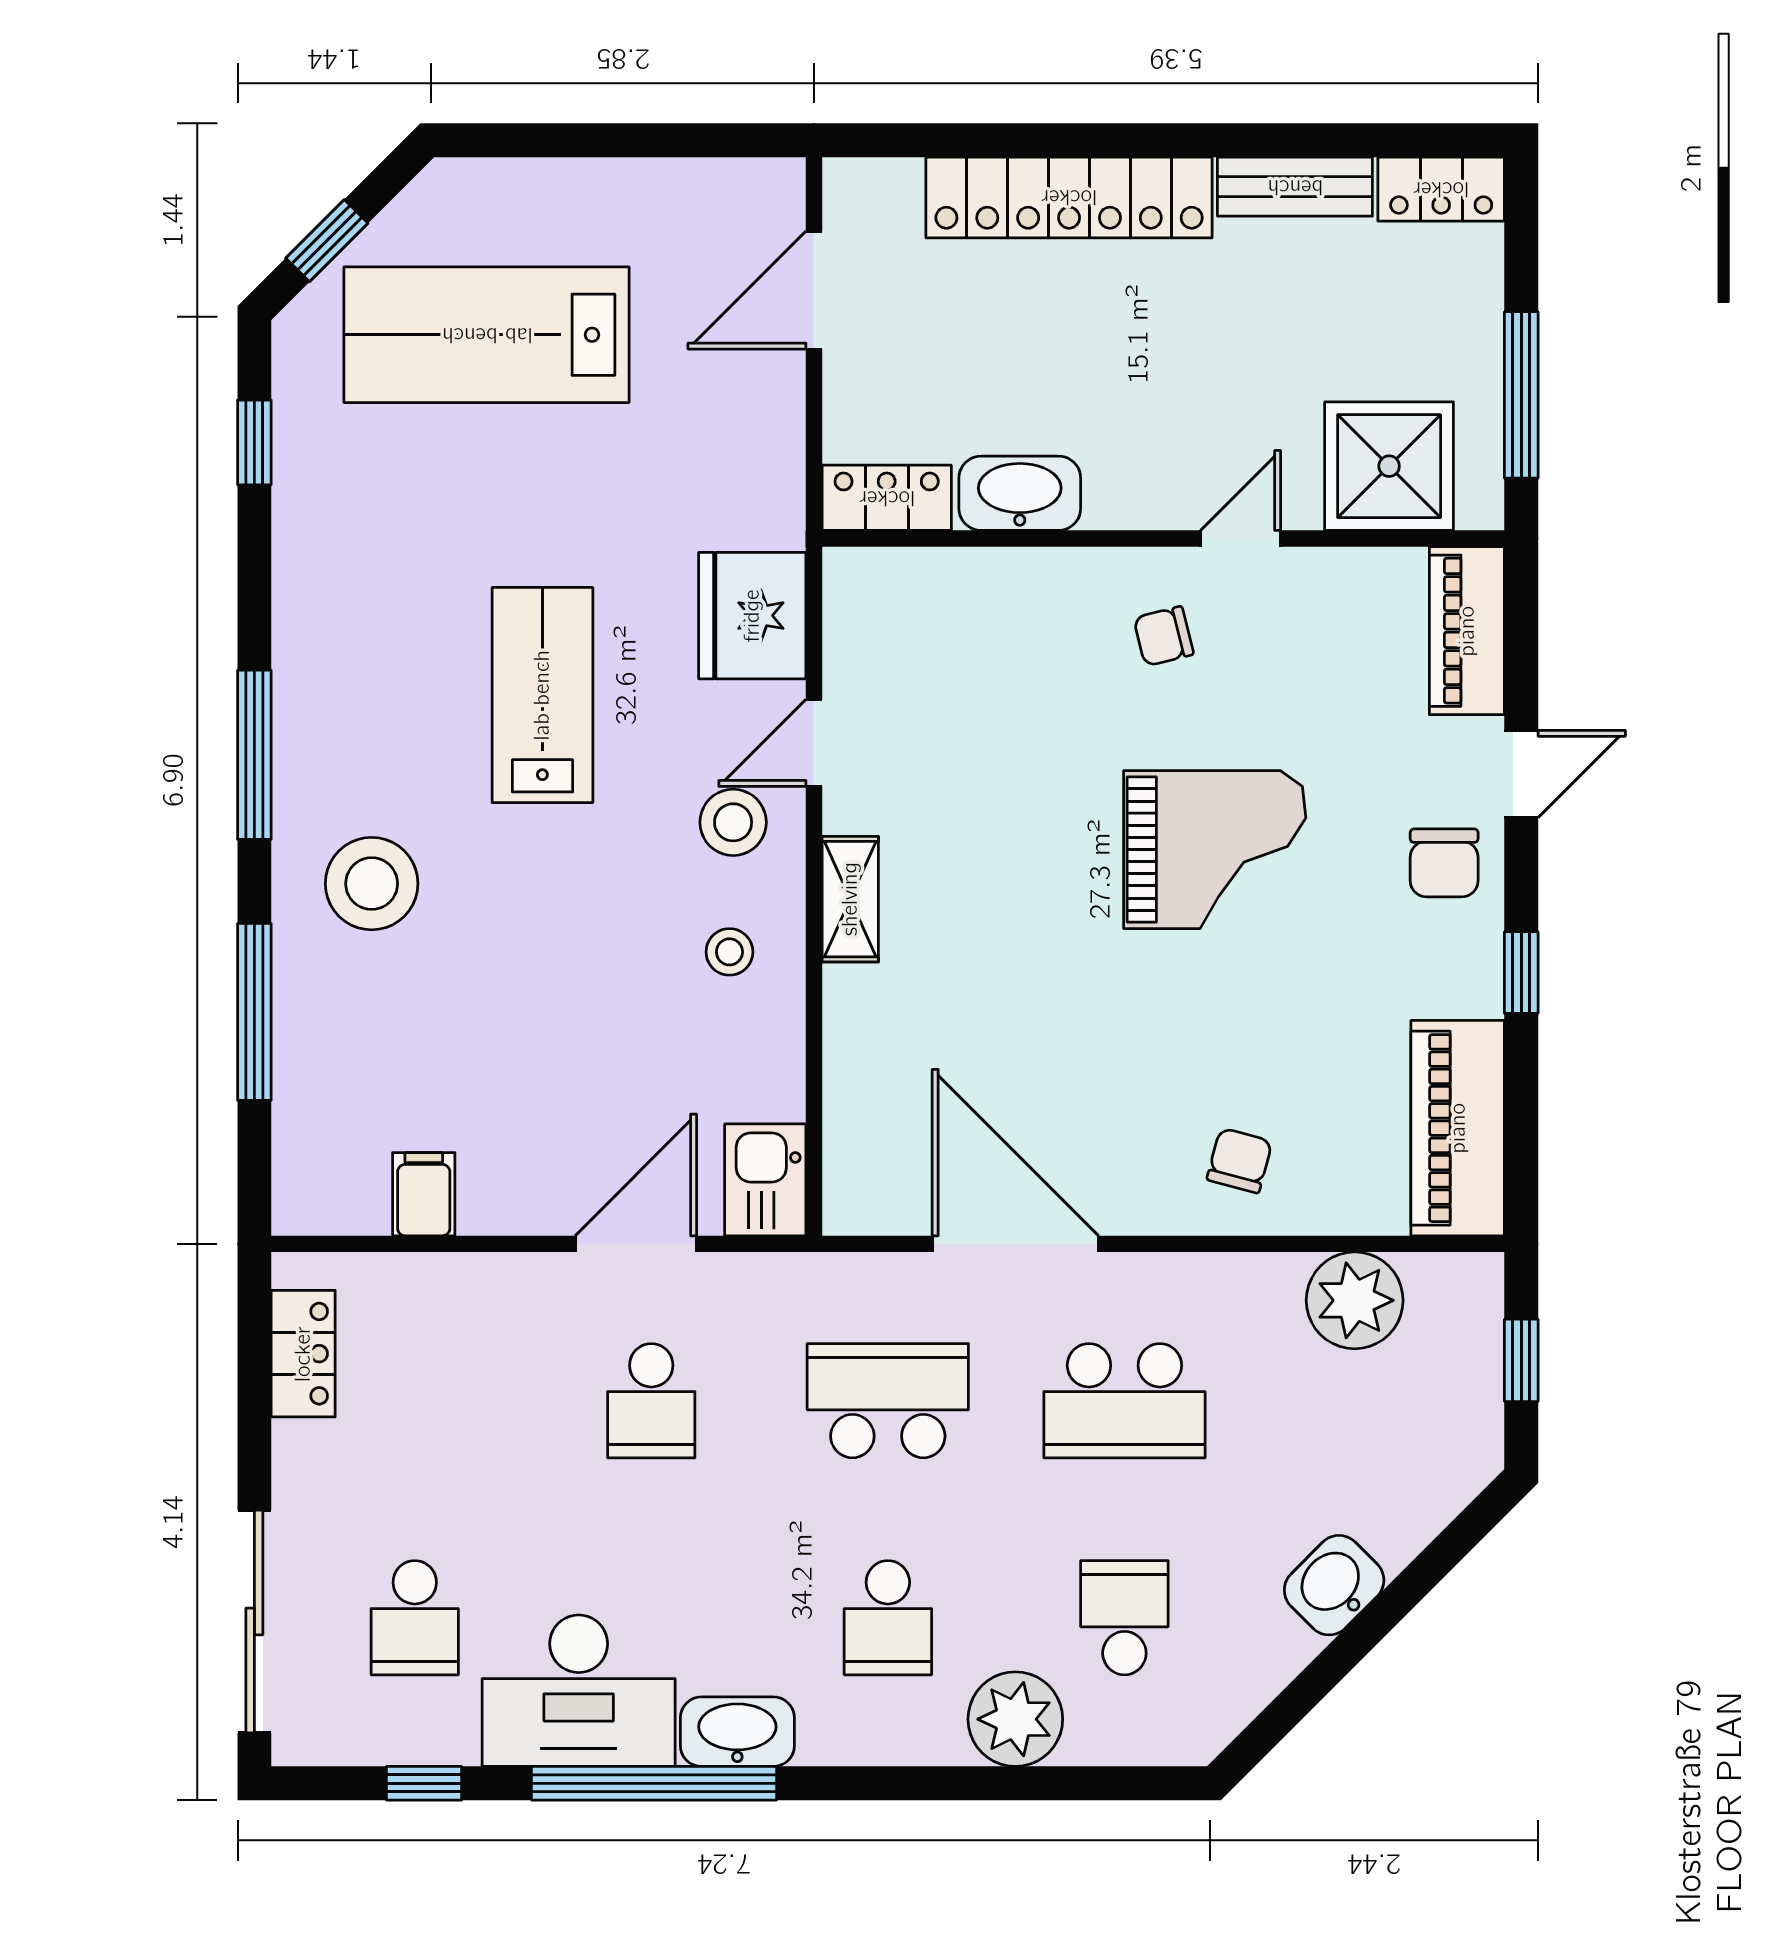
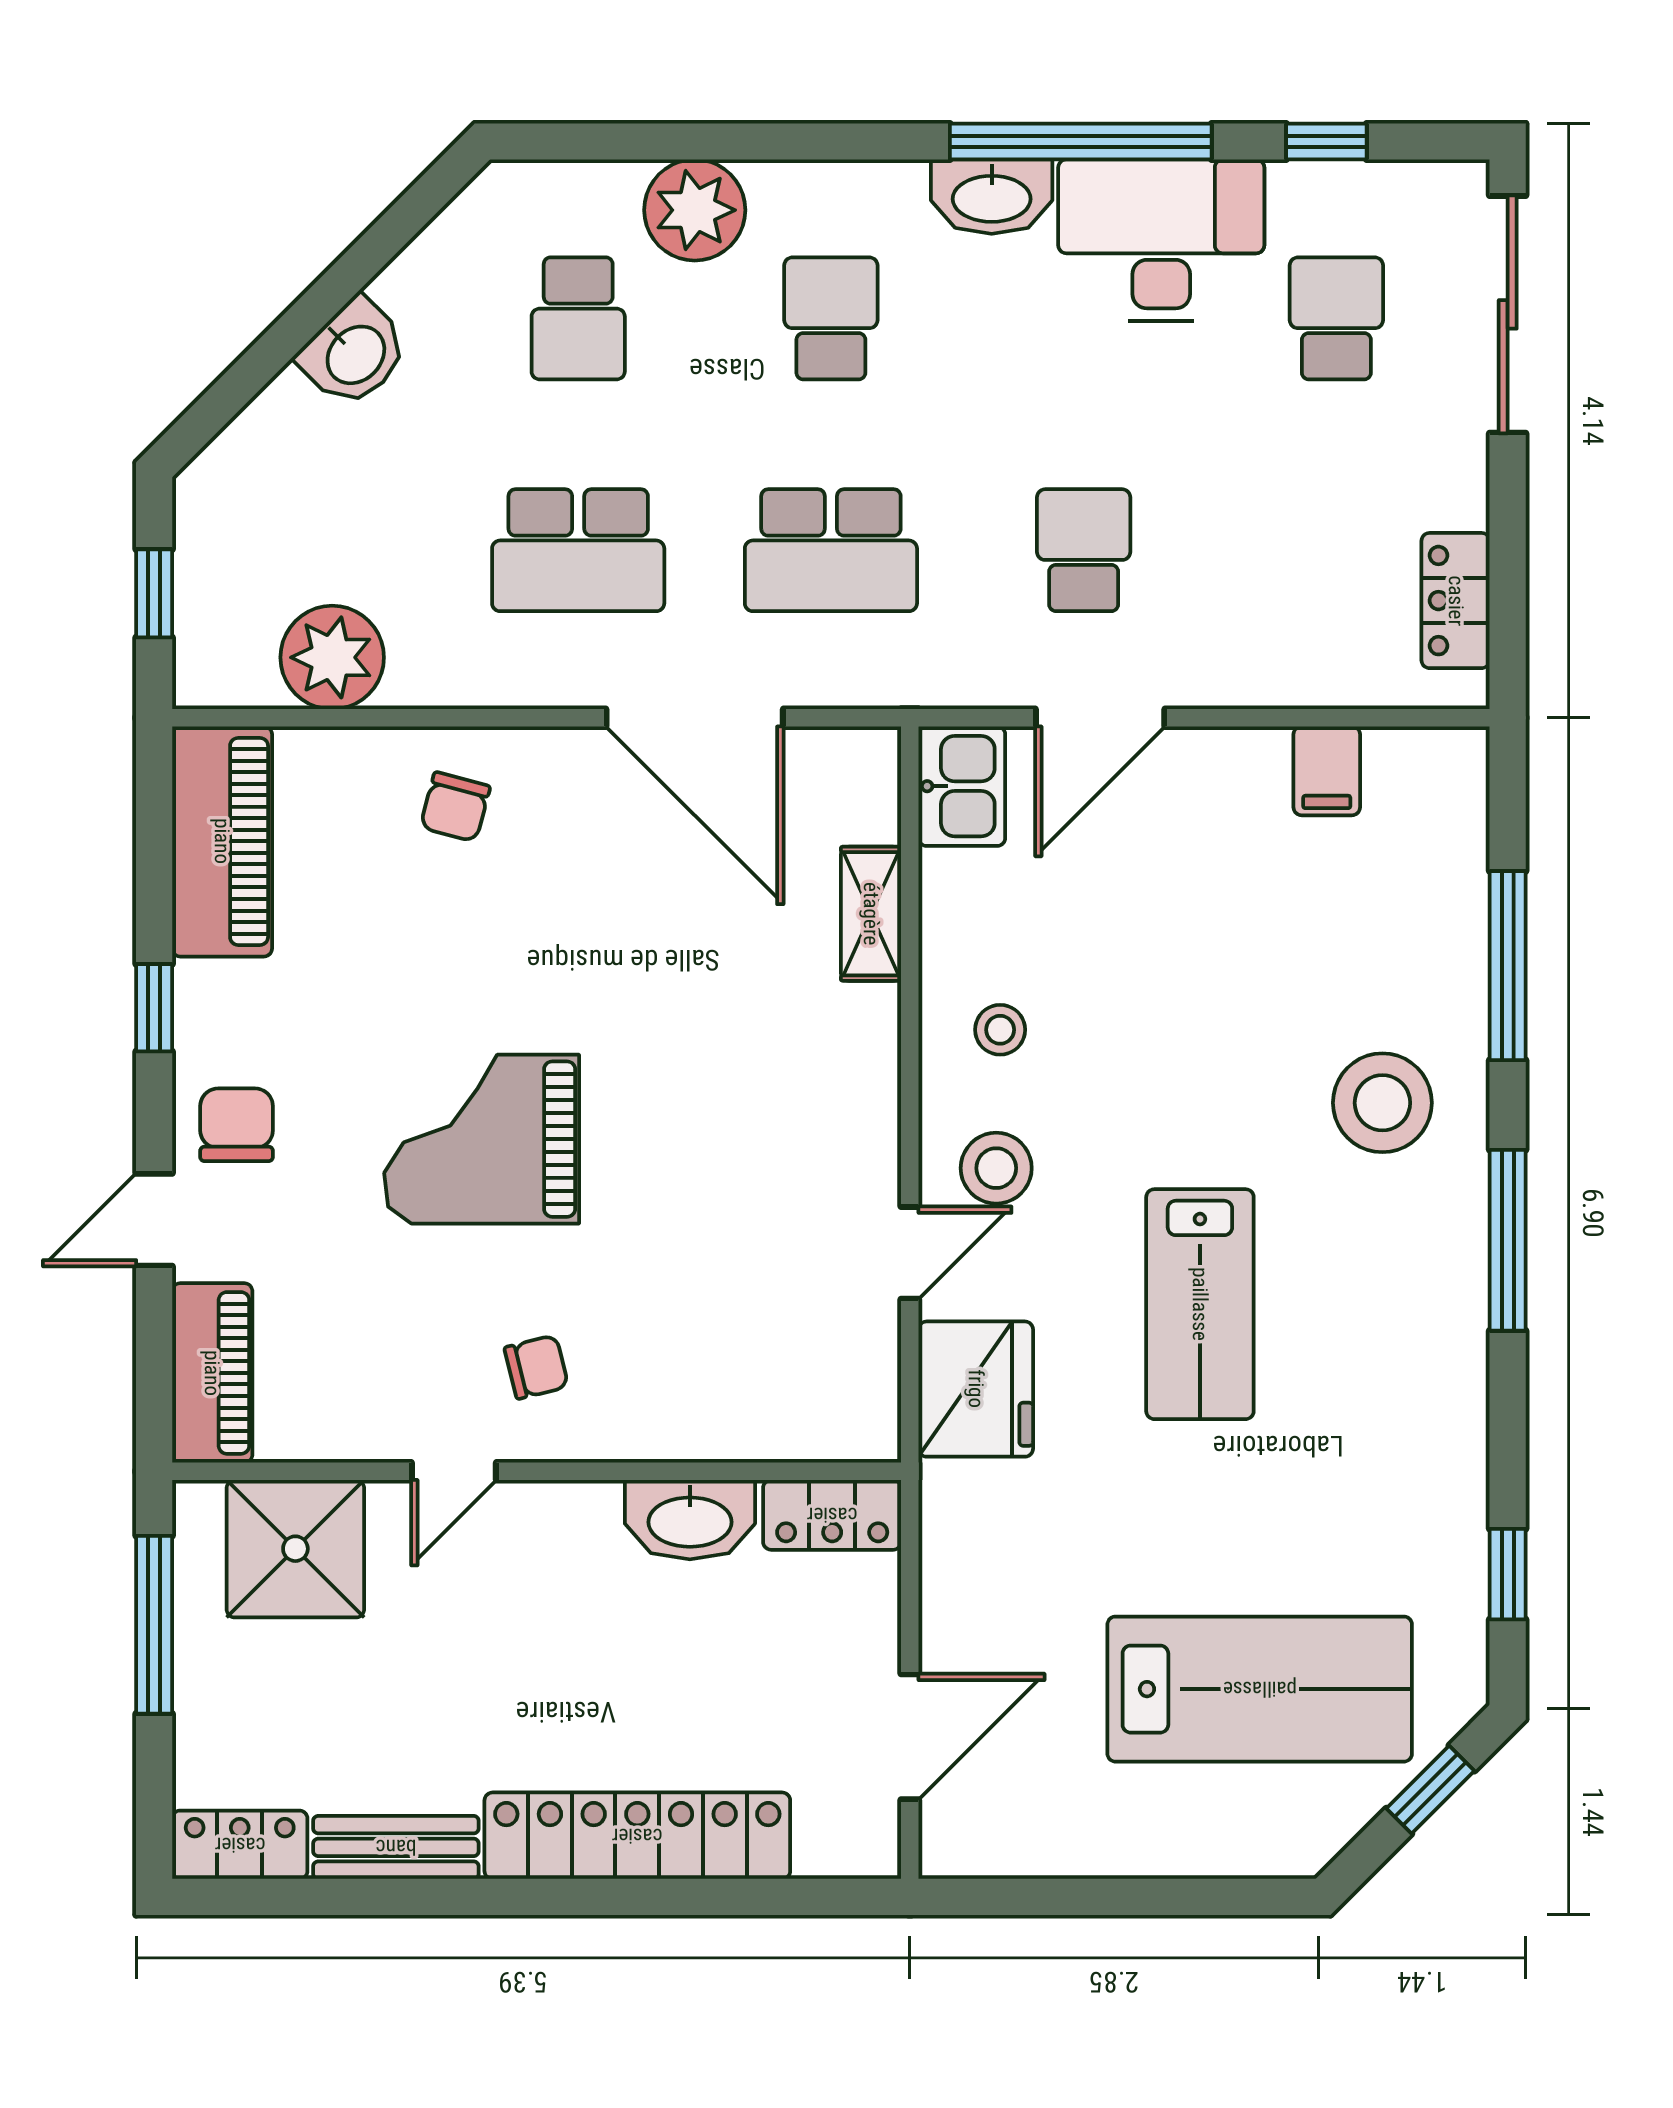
shelving: (850, 899) -> (871, 914), moved
school desk: (1124, 1401) -> (578, 550), turned 180

